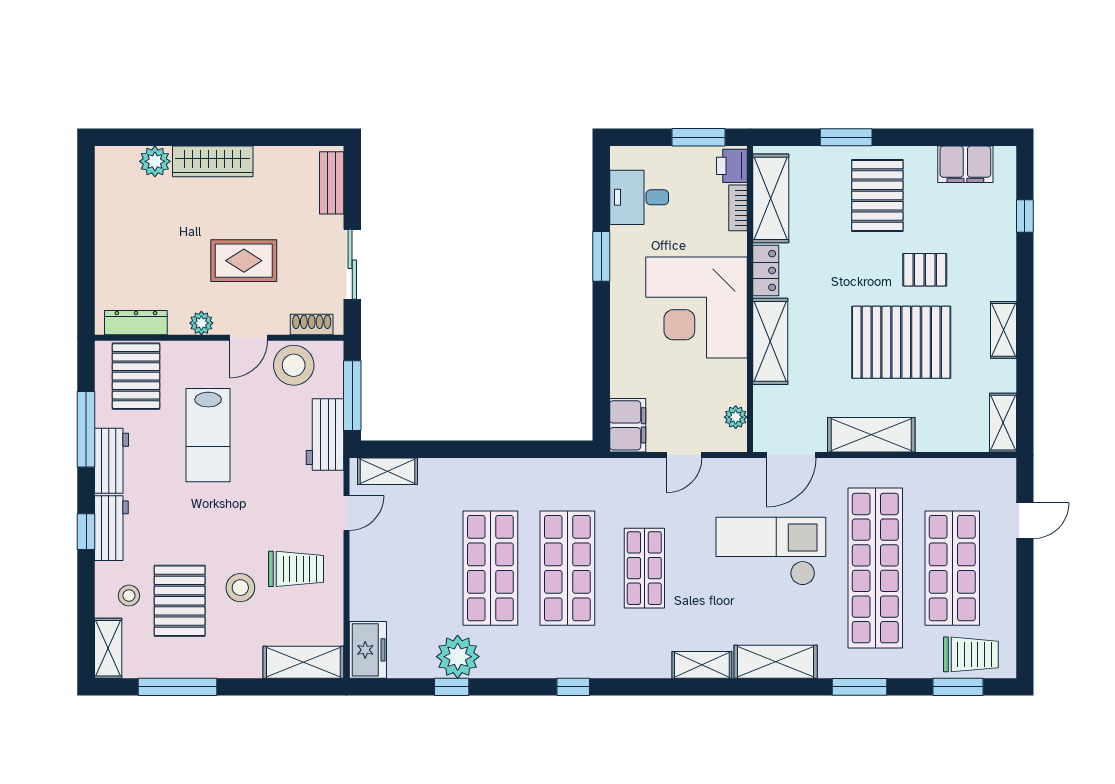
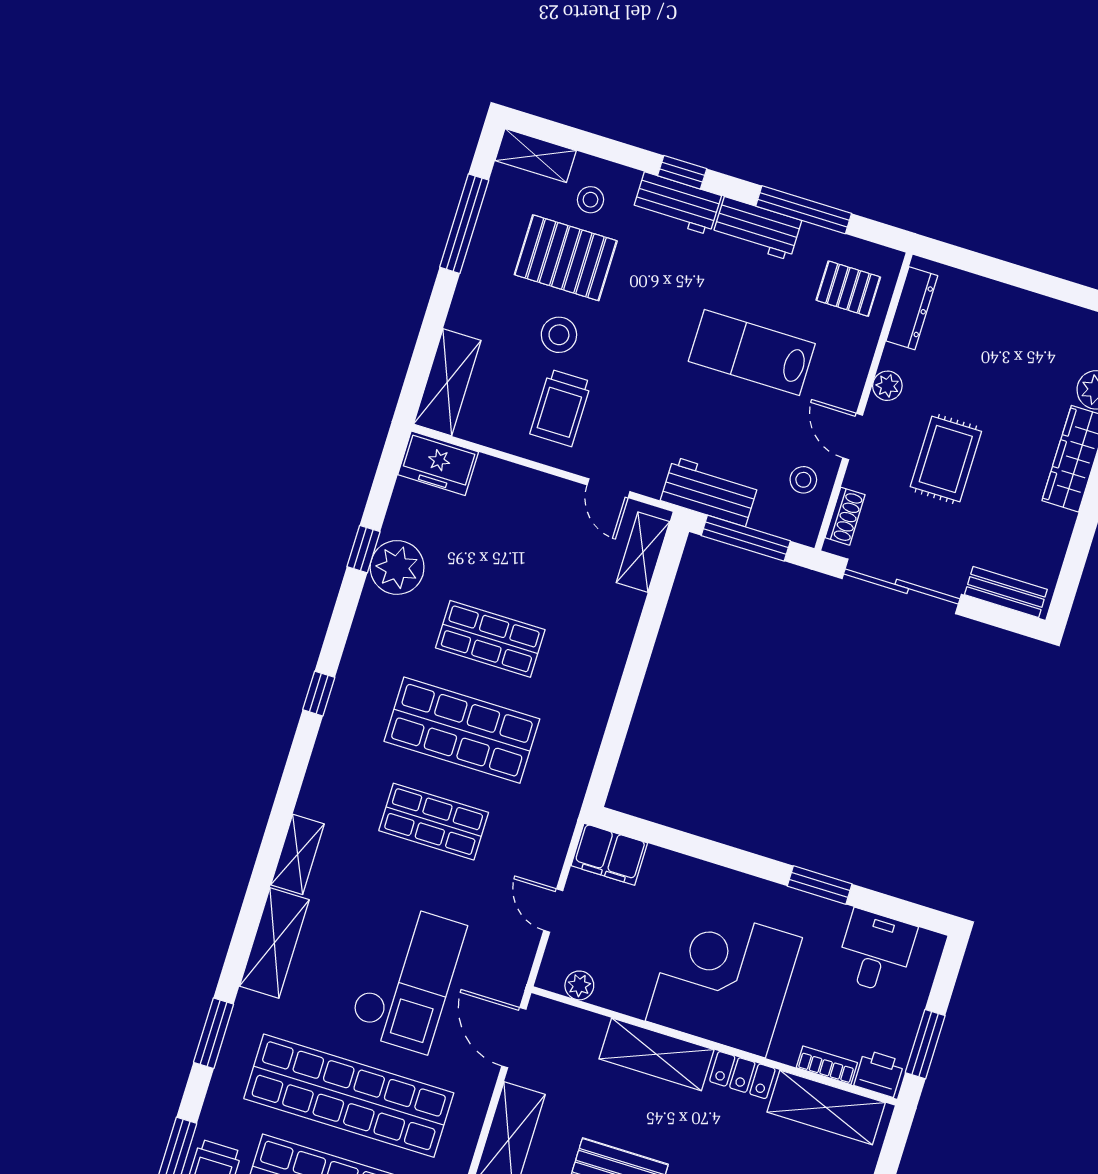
sliding door: (352, 264) -> (902, 586), width x1.37
stool: (294, 365) -> (803, 480), width x0.53, depth x0.53
pallet: (136, 376) -> (848, 289), width x0.67, depth x0.71
shop shelf: (490, 568) -> (490, 639), width x0.70, depth x0.74

